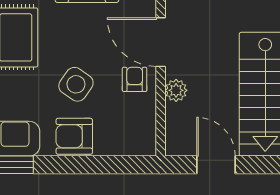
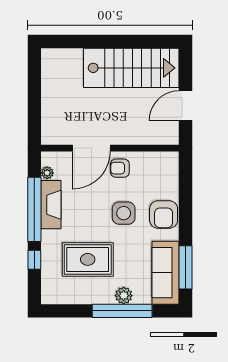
side table: (76, 84) -> (124, 213), turned -35
plant: (176, 90) -> (128, 136), removed

